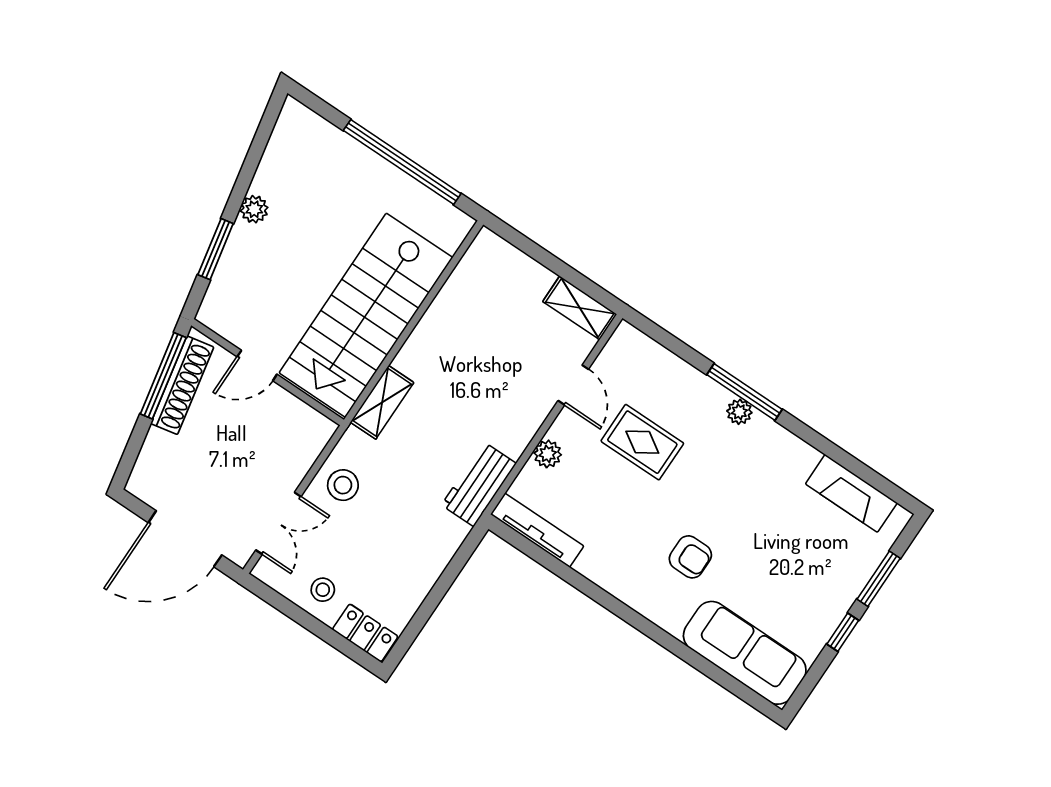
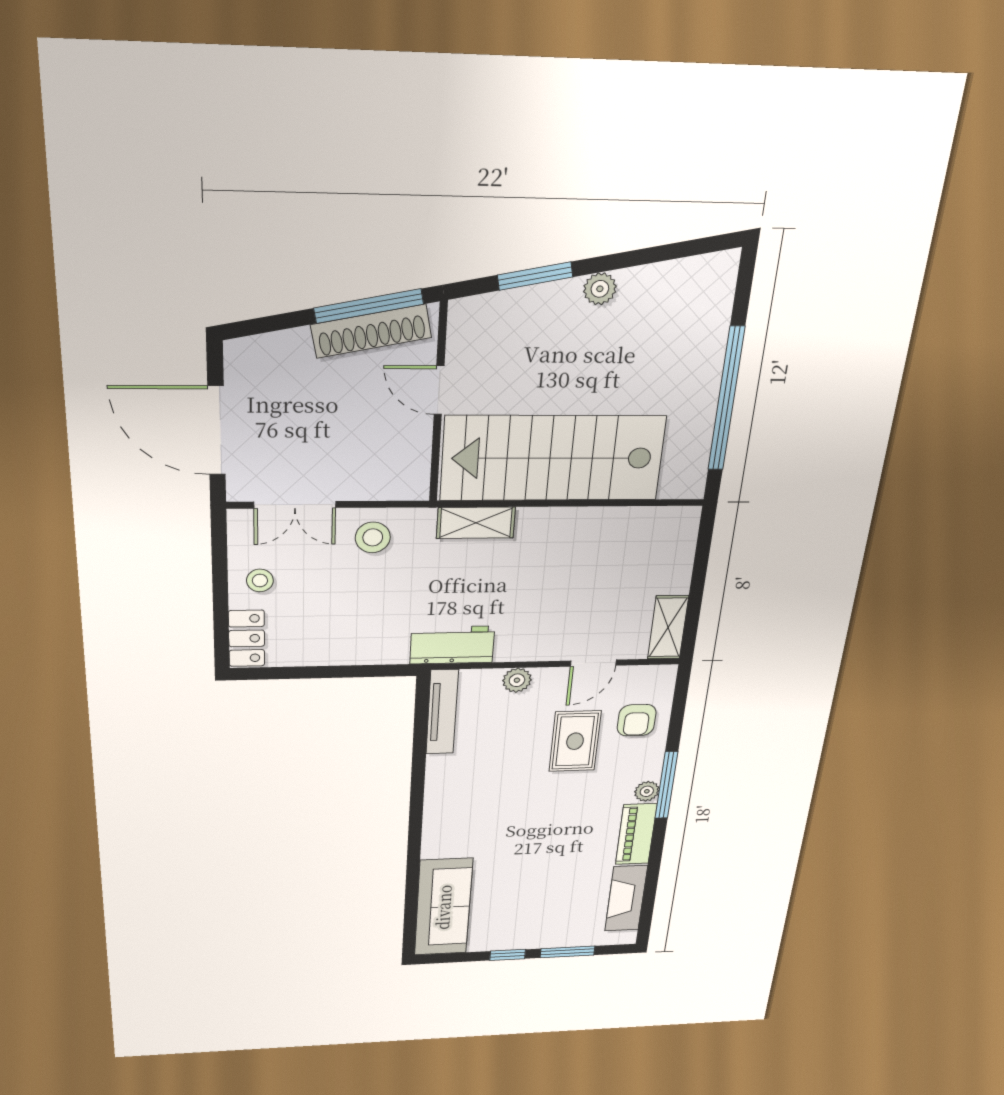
piano: (781, 446) -> (636, 834), added
armchair: (690, 557) -> (637, 720), moved

